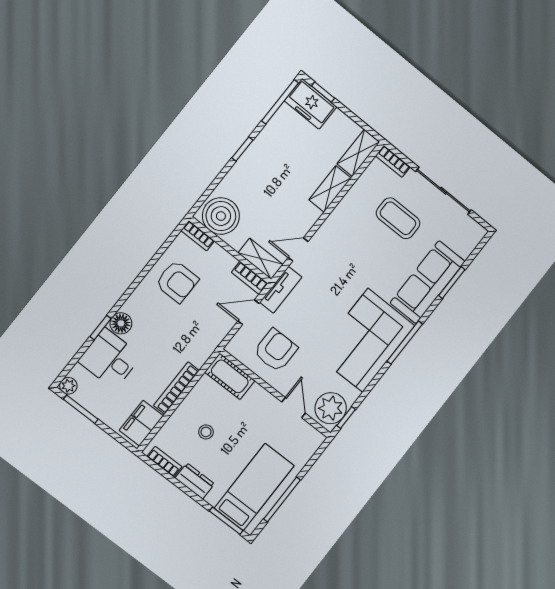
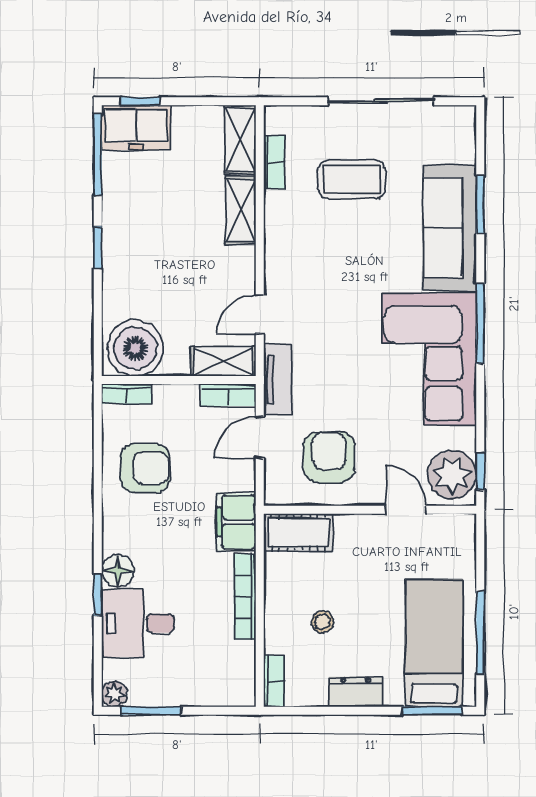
bookcase: (393, 161) -> (274, 162), moved, turned -90
filing cabinet: (141, 423) -> (236, 522), moved
bookcase: (164, 462) -> (274, 681), moved, turned 90

